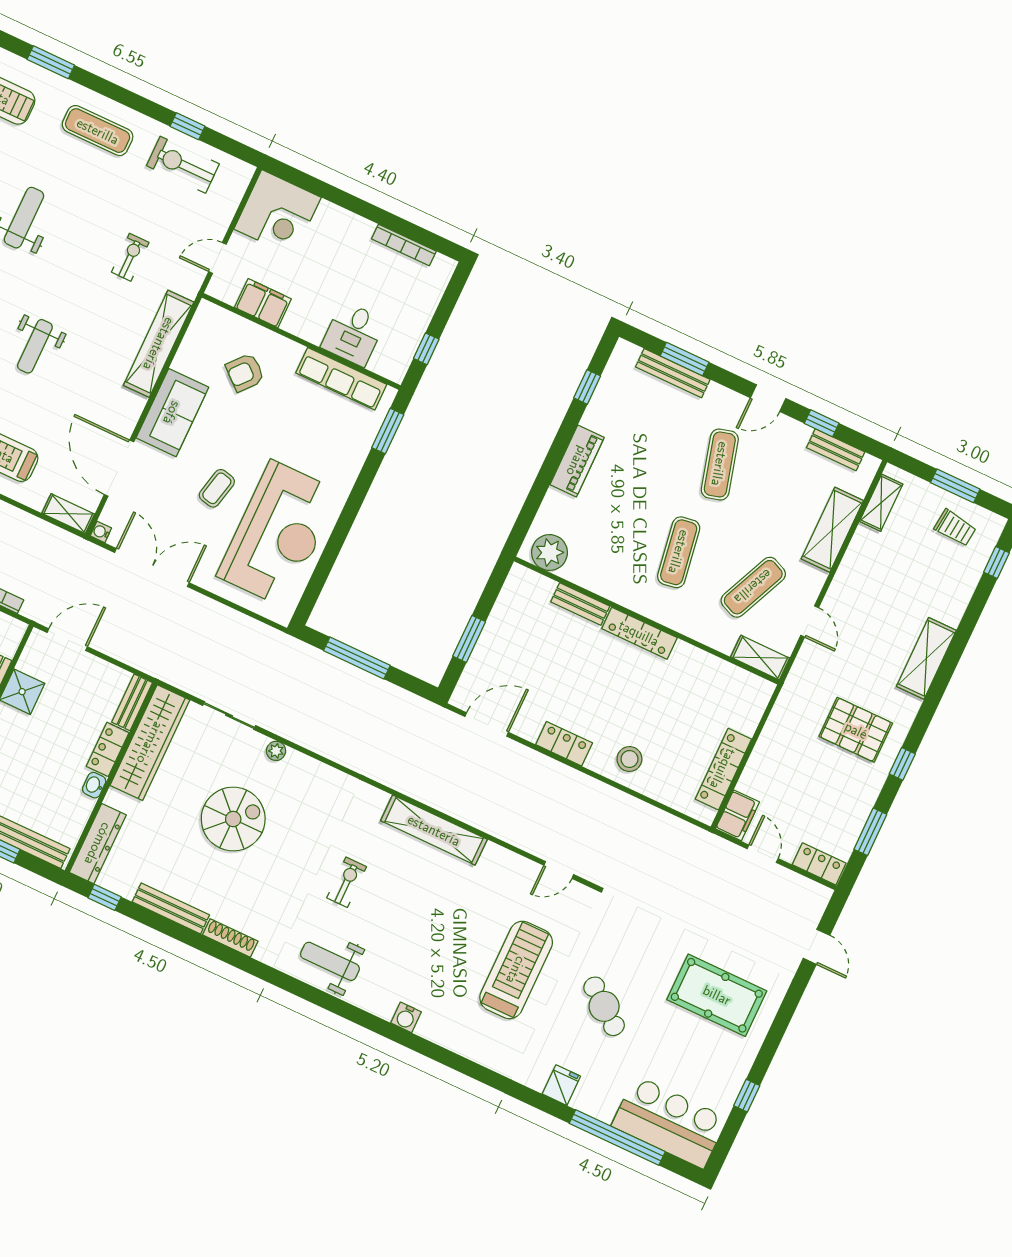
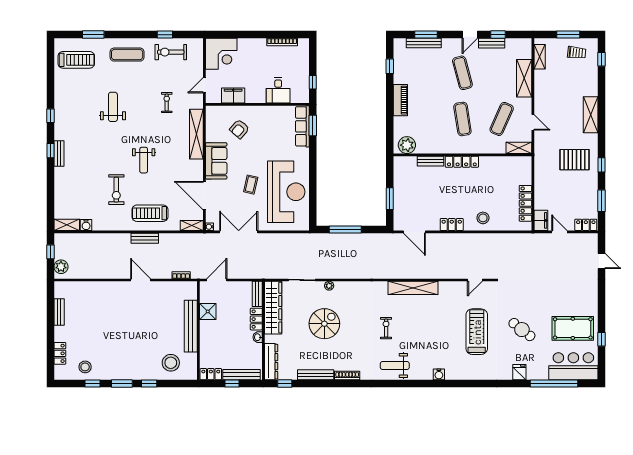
row of seats: (341, 379) -> (302, 126), moved, turned 90
bench: (836, 450) -> (492, 43), moved
door: (487, 724) -> (414, 232), swing flipped
pool table: (717, 995) -> (573, 328), moved

